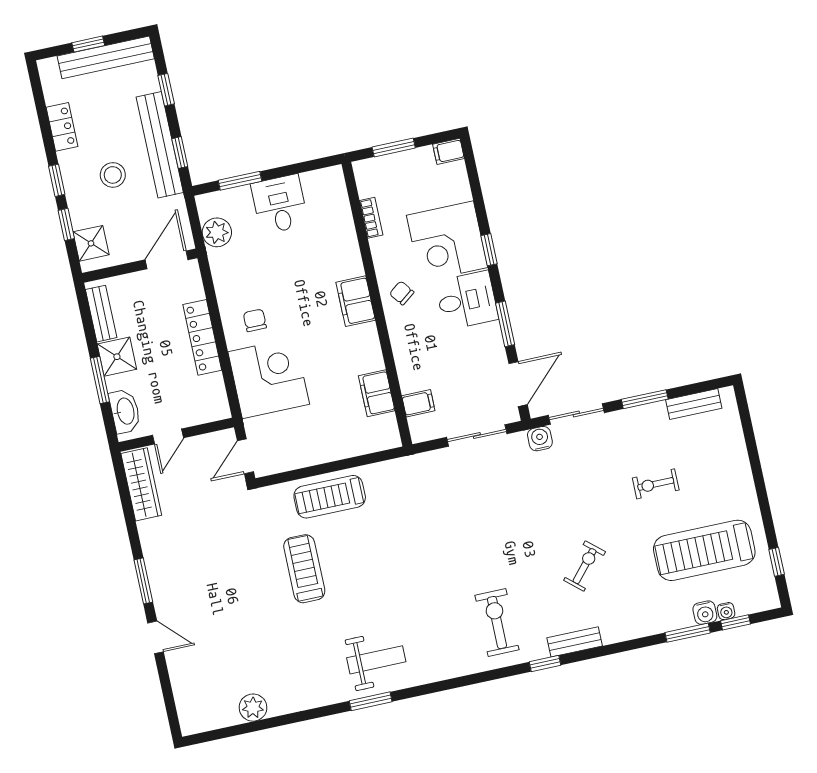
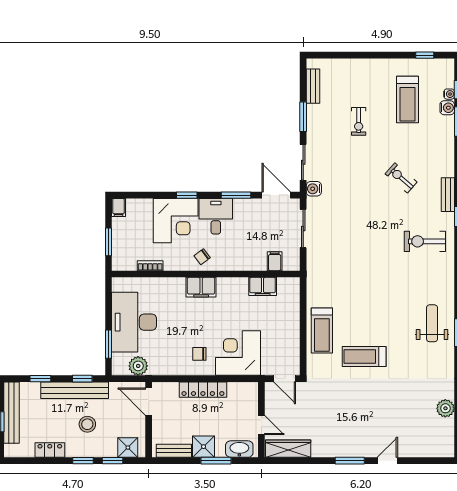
desk: (280, 204) -> (134, 322), width x1.87, depth x1.30
treadmill: (704, 550) -> (408, 100), width x0.73, depth x0.73

